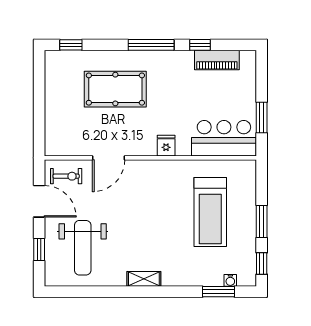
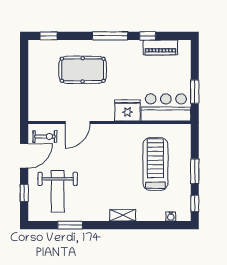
fridge: (166, 146) -> (127, 110), width x1.88, depth x1.34
door: (39, 201) -> (24, 156), hinge flipped
treadmill: (210, 212) -> (155, 164), turned 180
shelving: (144, 279) -> (123, 215), moved
window: (218, 292) -> (70, 225), moved

